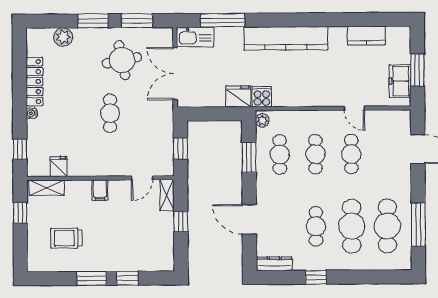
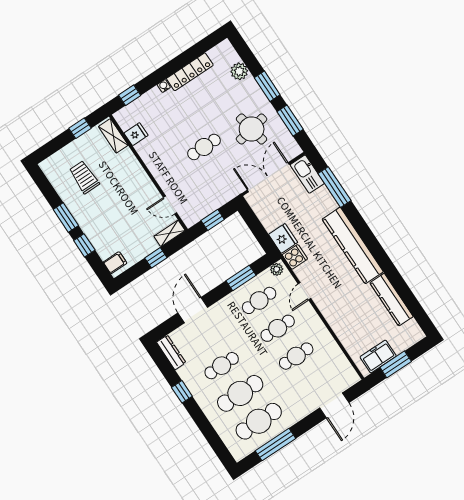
kitchen counter: (366, 36) -> (391, 300), width x1.50
door: (354, 108) -> (304, 291), moved
filing cabinet: (100, 190) -> (115, 263), moved, turned 180

